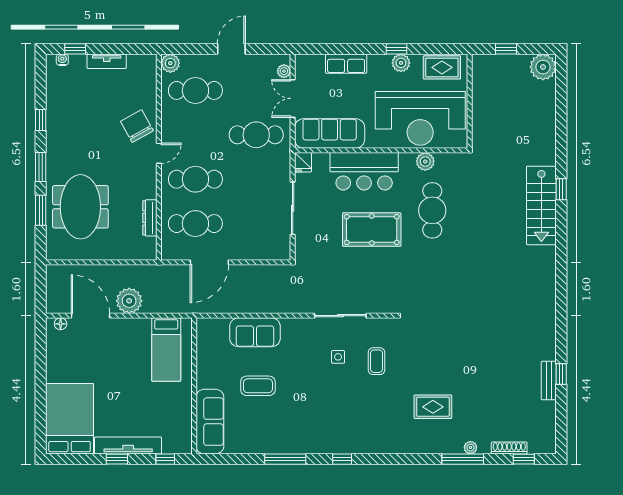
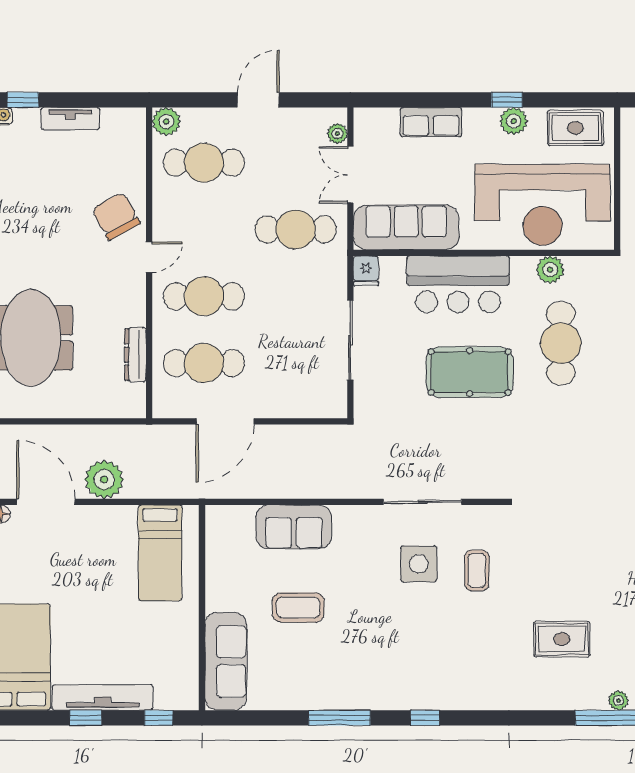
side table: (338, 357) -> (419, 564), width x1.87, depth x1.87

